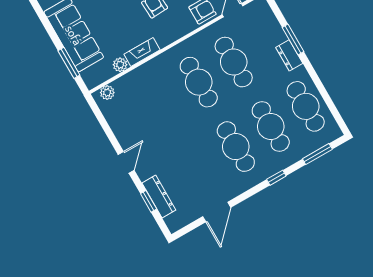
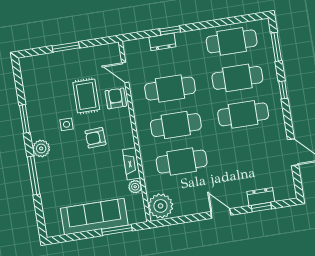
window: (293, 40) -> (170, 30), width x0.67
dresser: (289, 55) -> (162, 42), moved
plant: (107, 93) -> (161, 206), width x1.87, depth x1.87
cafe table: (164, 102) -> (182, 162), added
dresser: (159, 197) -> (261, 197), width x0.70

